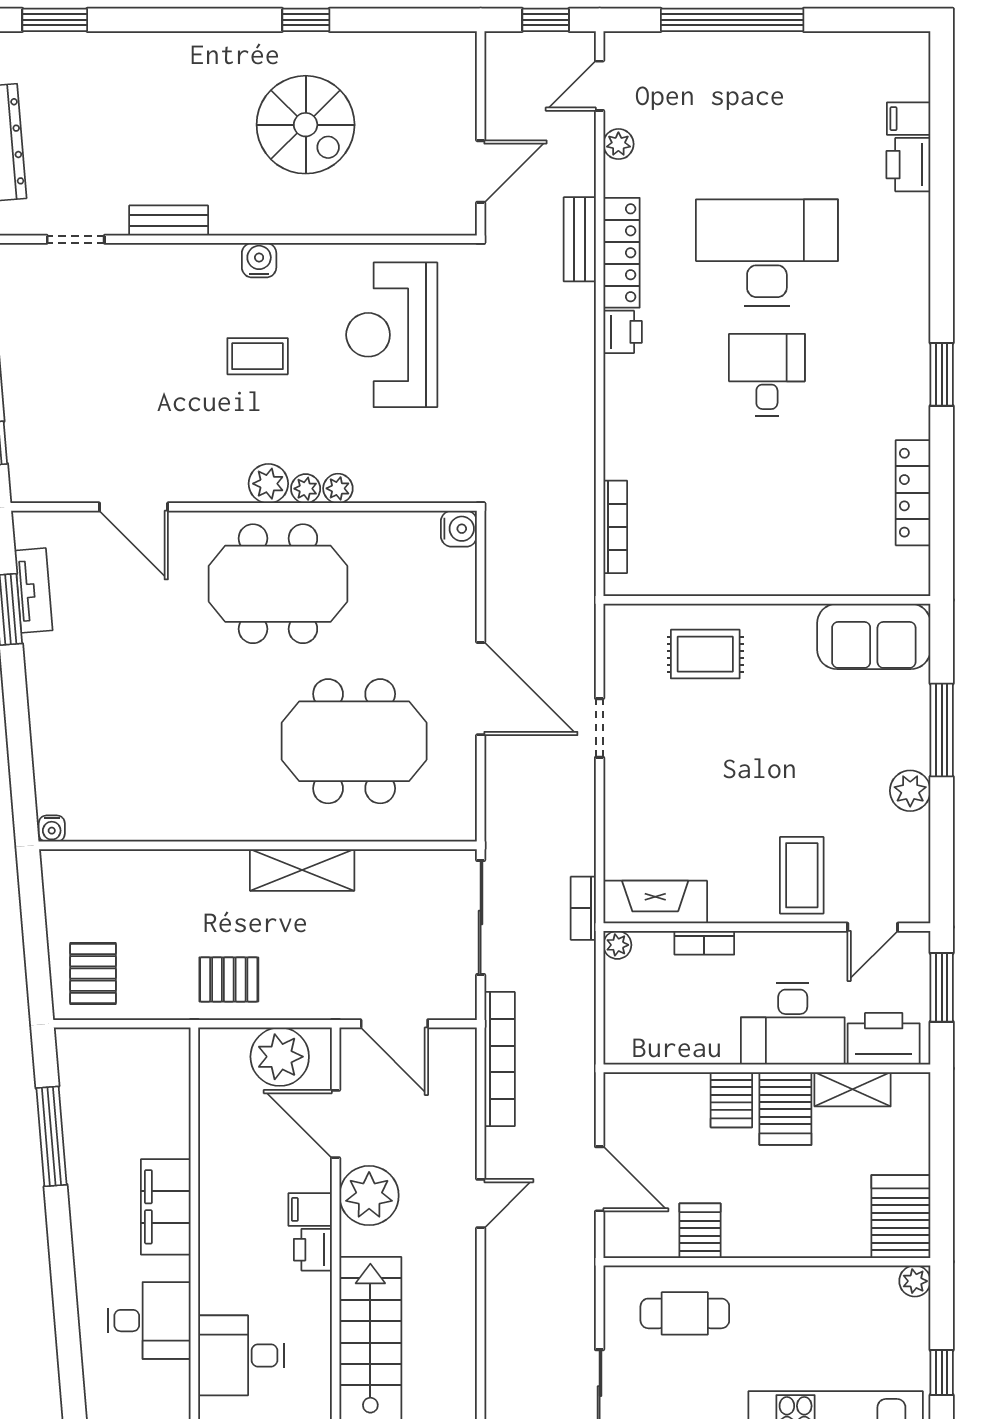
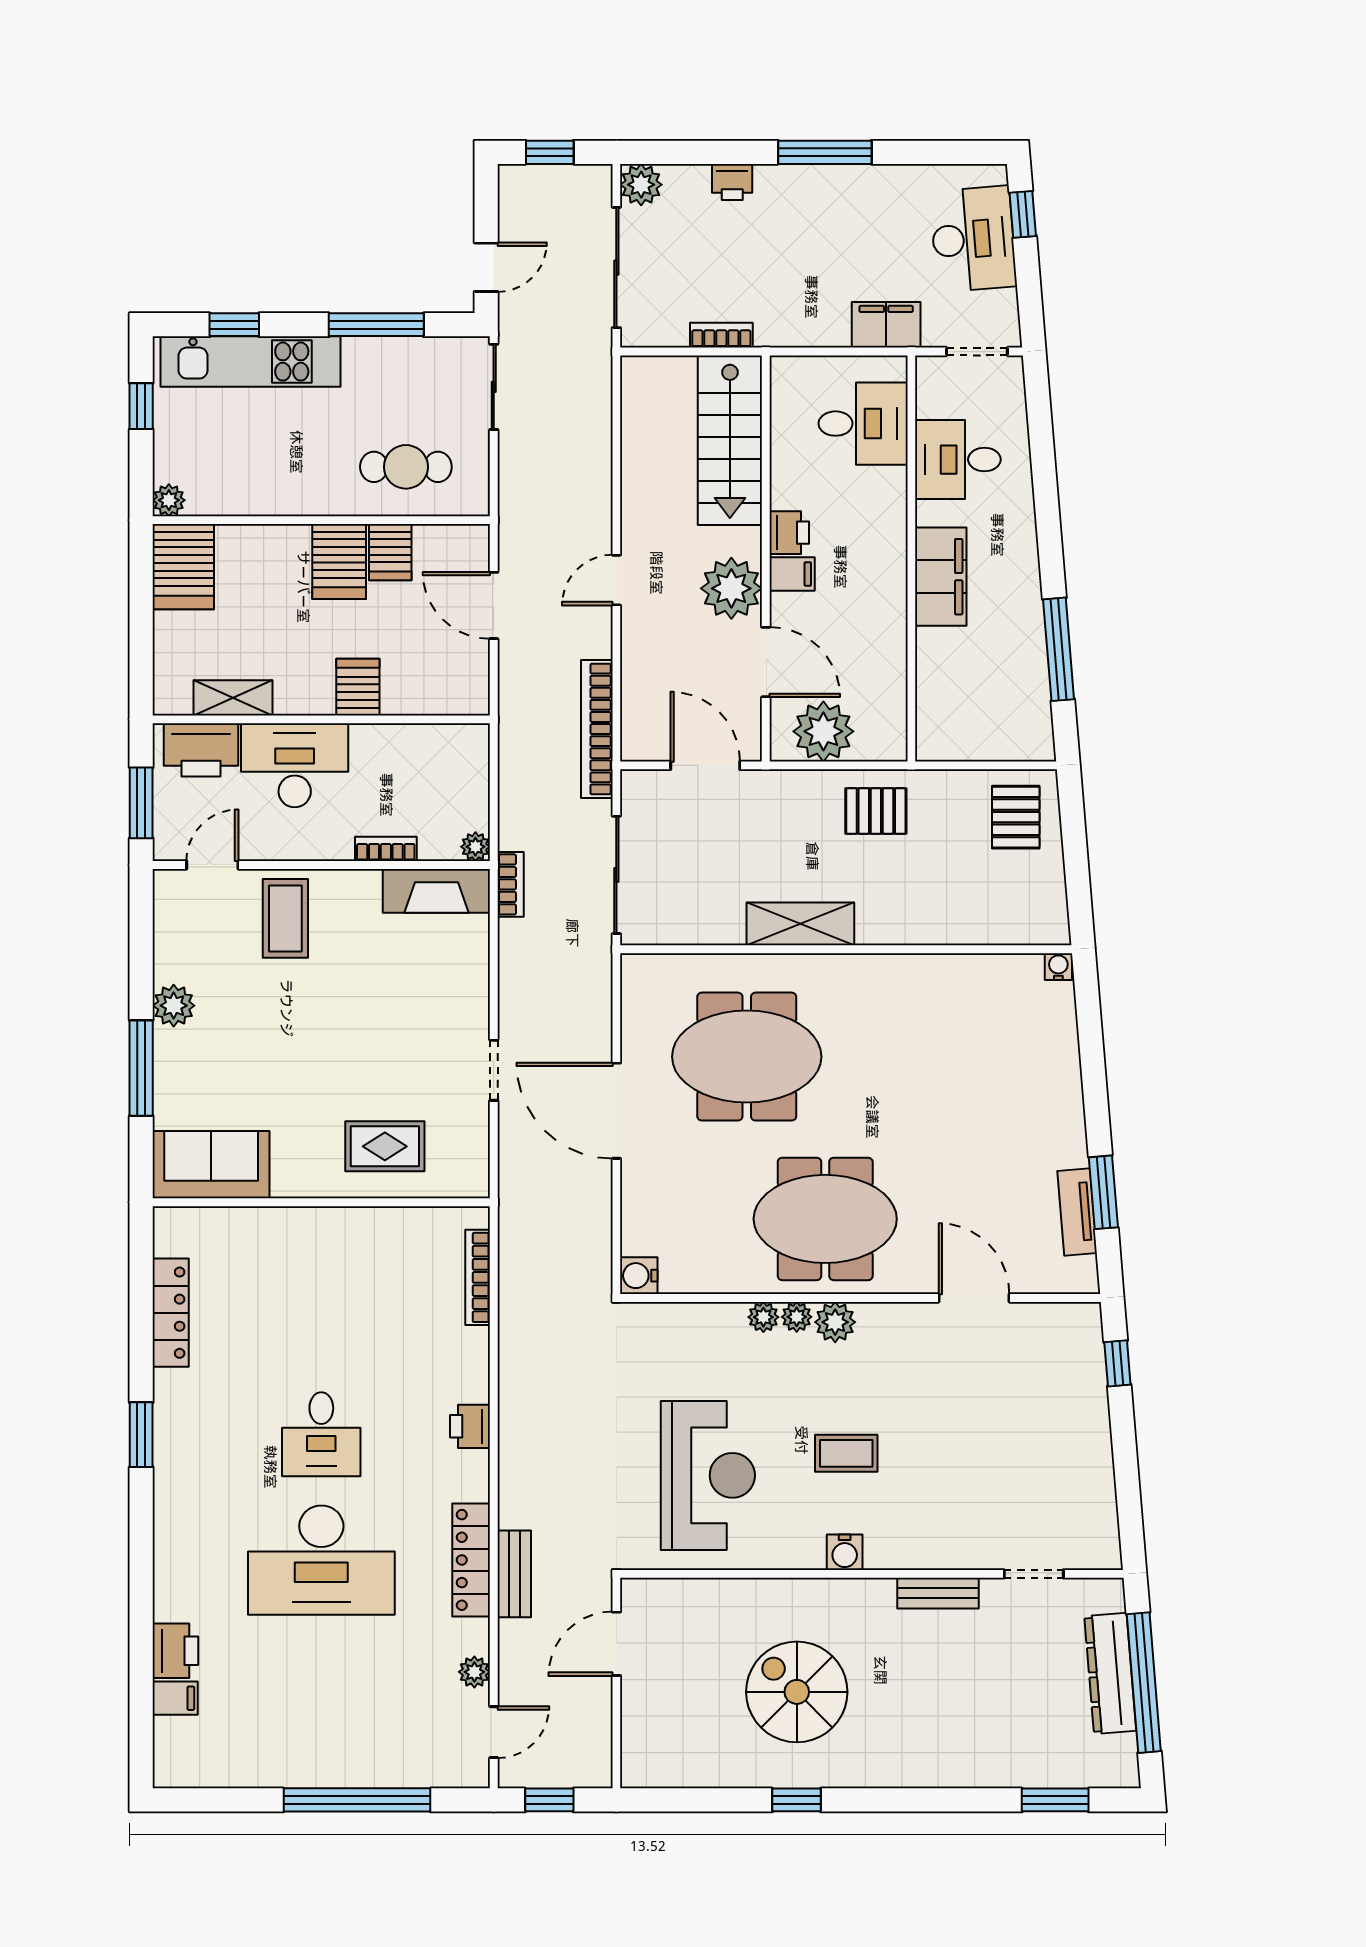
printer: (623, 332) -> (470, 1426), moved
server rack: (785, 1109) -> (339, 561), moved, turned 180

